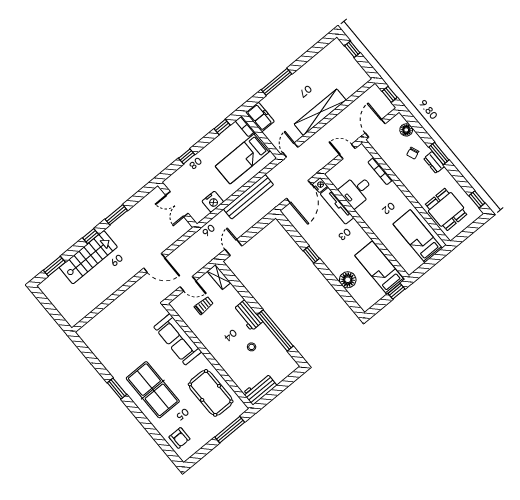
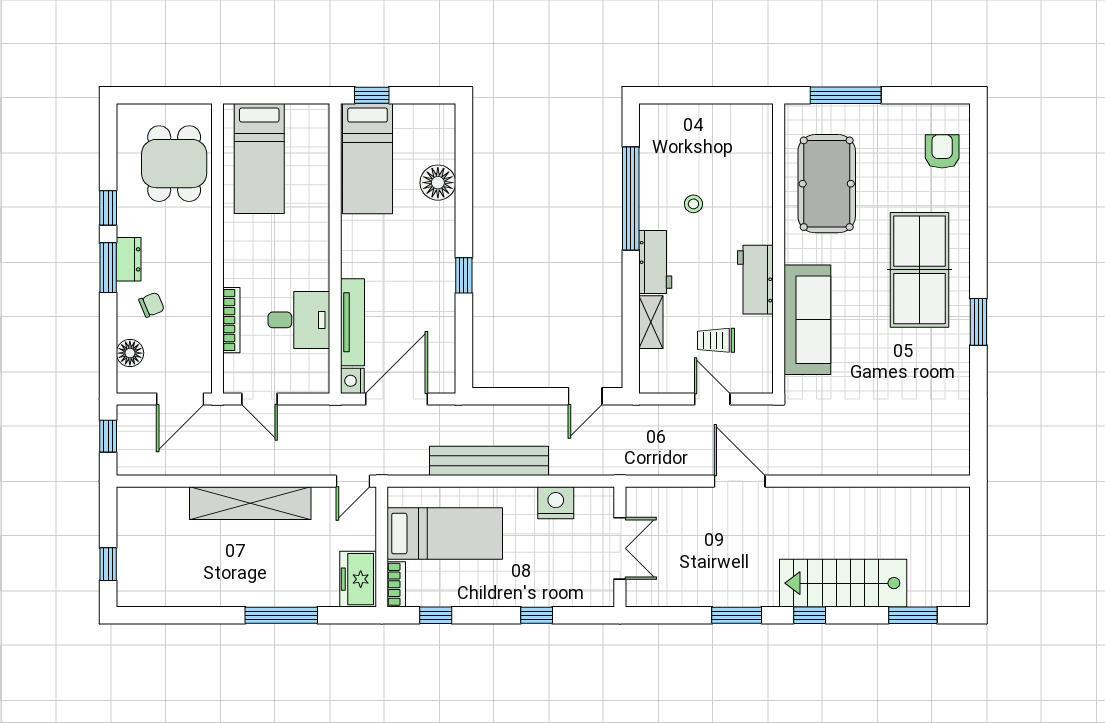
window: (477, 199) -> (108, 208), moved
shelving: (219, 277) -> (651, 322), moved
workbench: (260, 389) -> (755, 280), moved, turned 90

